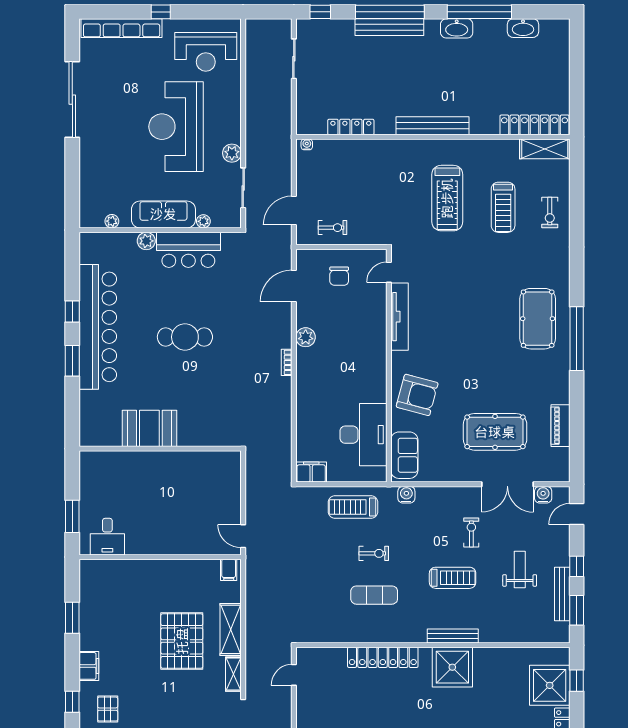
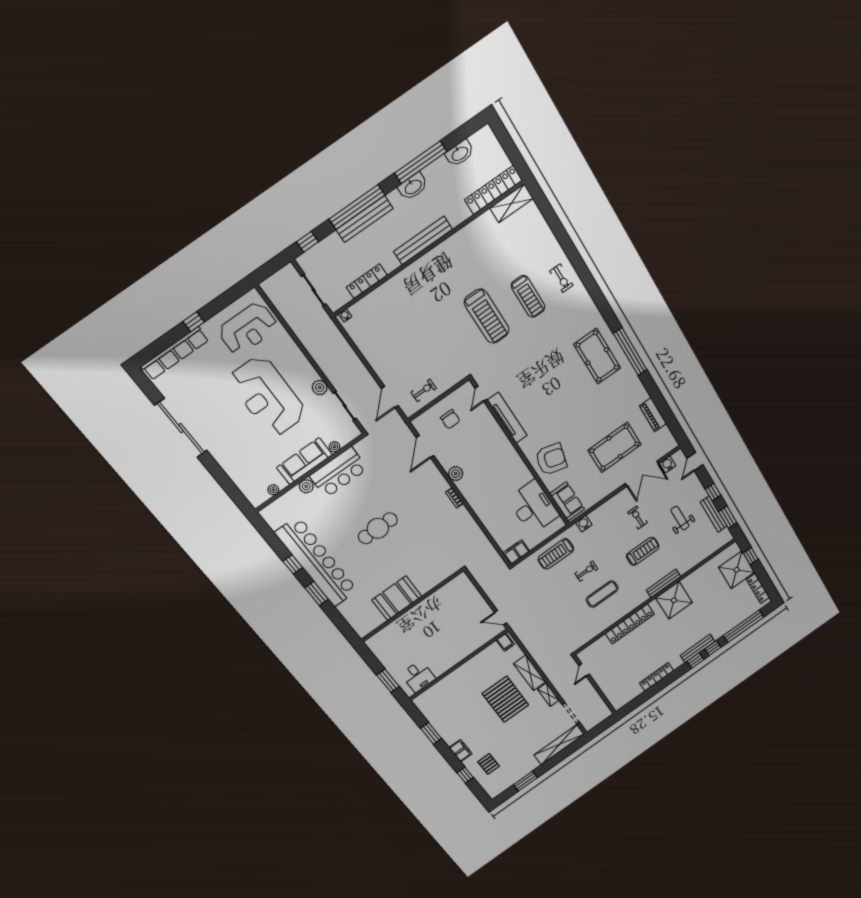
locker: (535, 125) -> (493, 190), moved
bench: (433, 126) -> (423, 240), moved
locker: (351, 127) -> (367, 281), moved
wall: (433, 137) -> (429, 249), moved
water cooler: (307, 144) -> (345, 315), moved
shelving: (545, 149) -> (512, 203), moved

